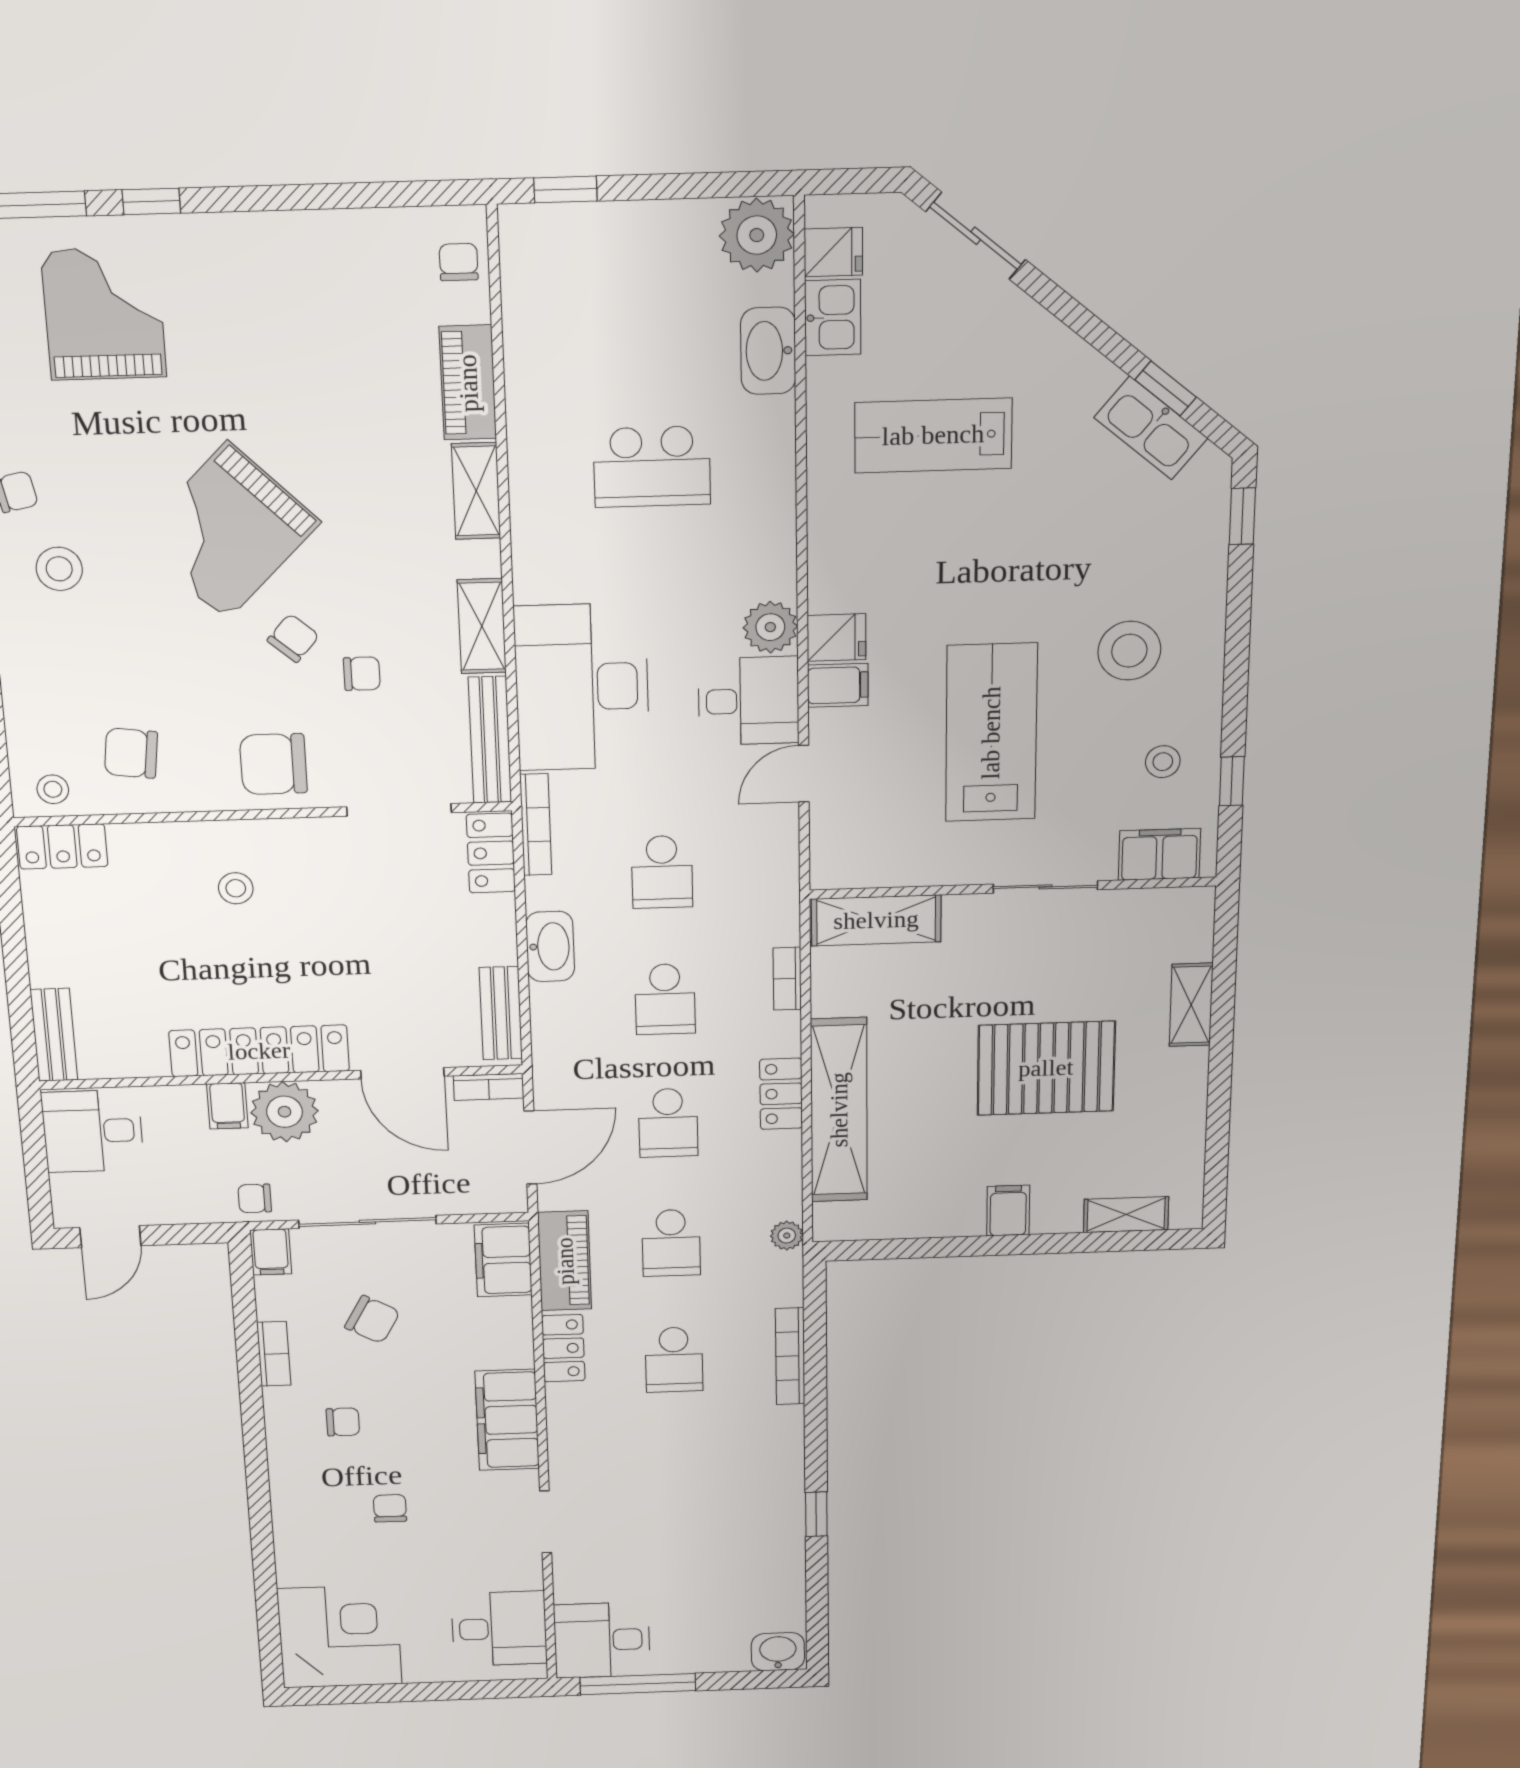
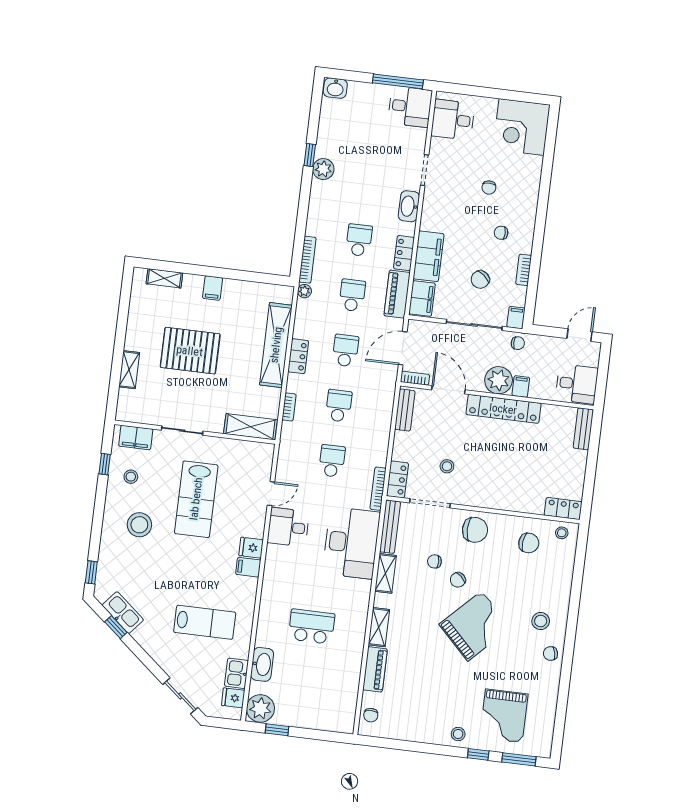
window: (565, 189) -> (277, 730), moved
stool: (216, 248) -> (458, 734), added
plant: (770, 627) -> (323, 169), moved
filing cabinet: (838, 685) -> (248, 567), moved
stool: (236, 888) -> (447, 466), moved
washbasin: (550, 947) -> (409, 206), moved
chair: (372, 1319) -> (480, 279), turned -79
bookcase: (790, 1356) -> (307, 260), moved
filing cabinet: (507, 1420) -> (429, 256), moved

